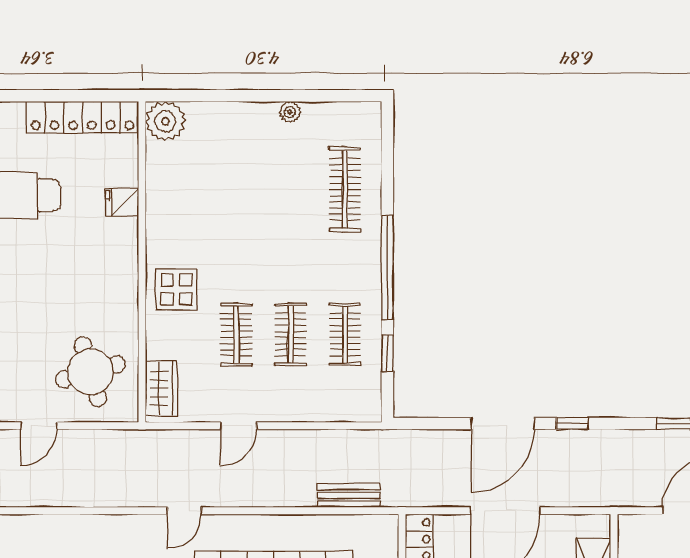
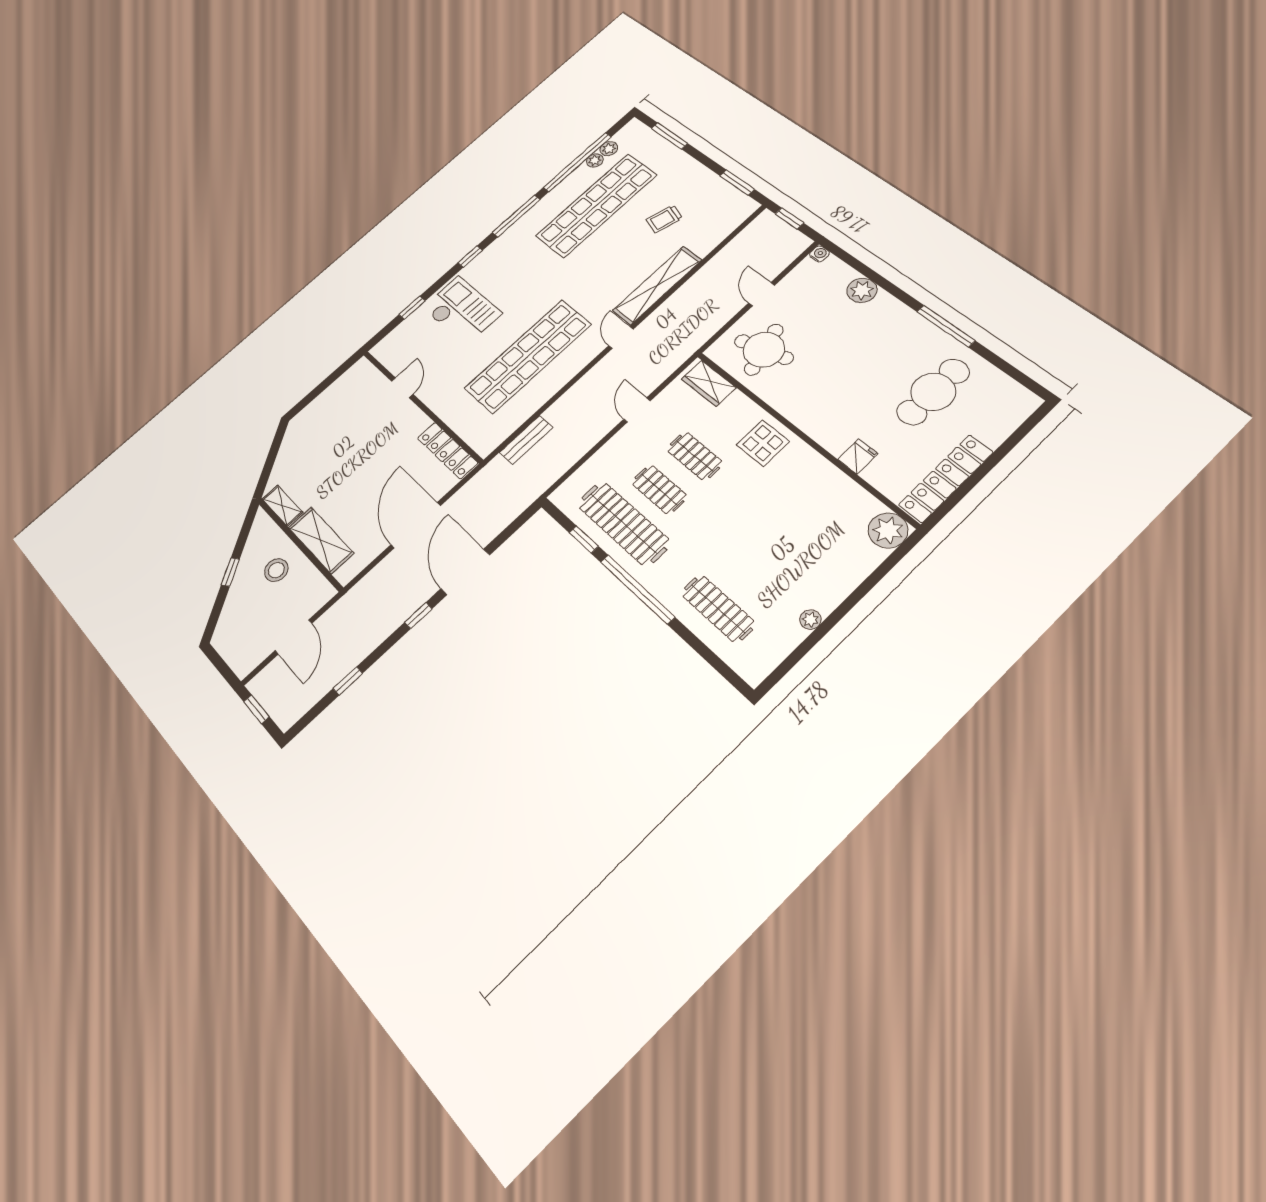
clothes rail: (345, 334) -> (624, 523), width x1.86, depth x1.31
shelving: (107, 530) -> (657, 285), added

